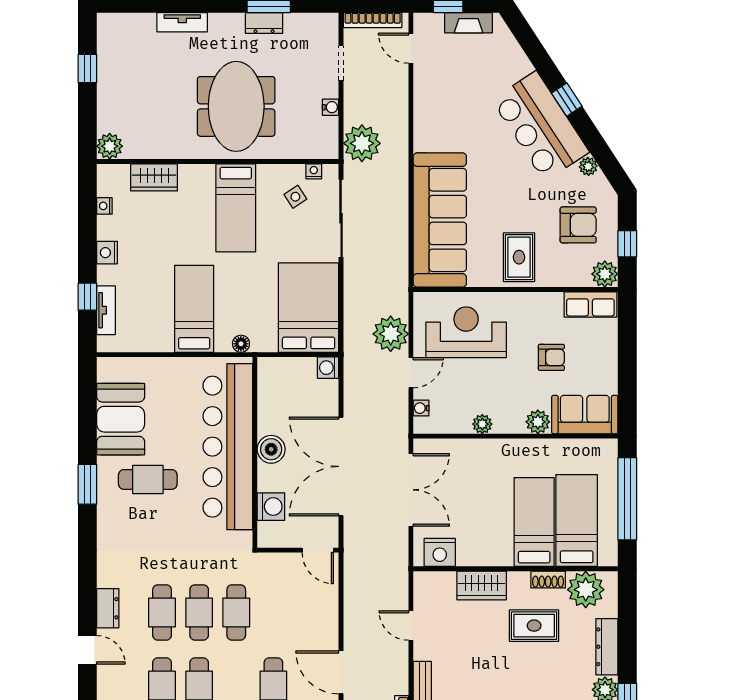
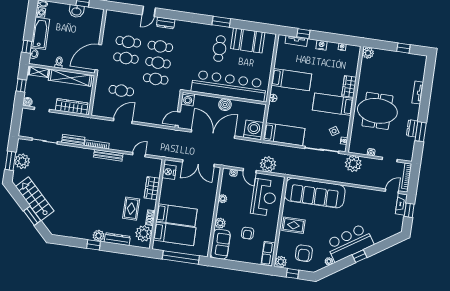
fireplace: (468, 23) -> (401, 204), moved
wardrobe: (154, 177) -> (349, 86), moved
bed: (309, 308) -> (284, 134), width x0.67
washing machine: (328, 368) -> (254, 130), width x1.89, depth x1.89
washing machine: (271, 507) -> (188, 99), moved

